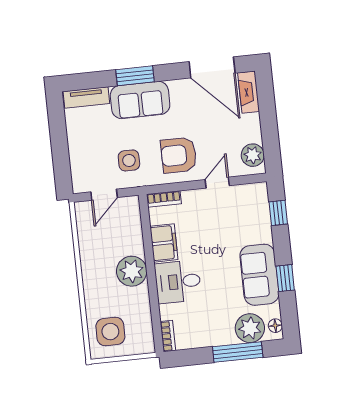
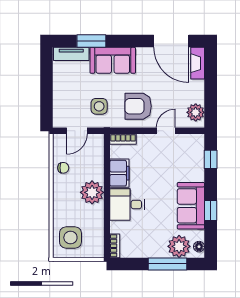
window: (135, 76) -> (91, 41), moved
chair: (92, 244) -> (63, 168), added

